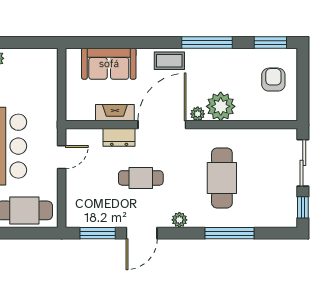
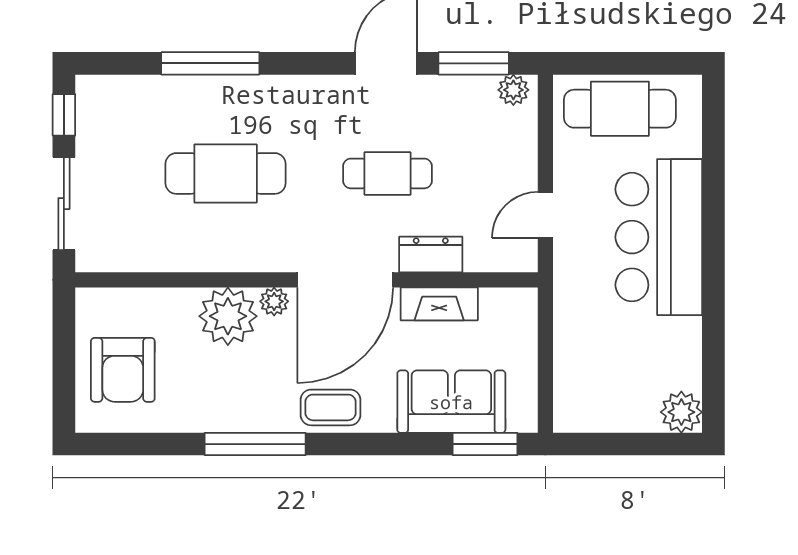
window: (270, 42) -> (485, 444), moved
armchair: (273, 80) -> (123, 370), width x1.38, depth x1.38
cafe table: (222, 178) -> (226, 173), turned 90
plant: (179, 220) -> (513, 90), moved

